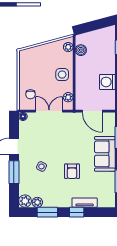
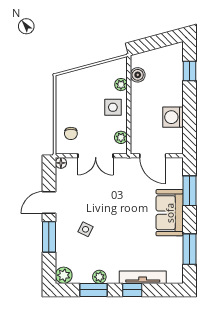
plant: (68, 47) -> (121, 85), moved
double door: (49, 111) -> (96, 156), swing flipped
armchair: (72, 171) -> (126, 236), removed
plant: (37, 202) -> (99, 277), moved
tv unit: (85, 203) -> (143, 277), width x1.41

